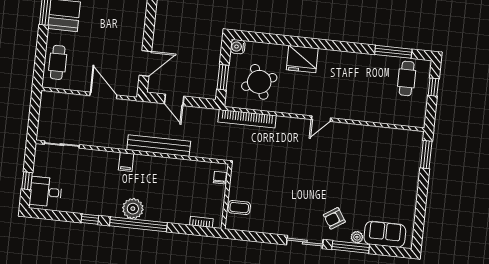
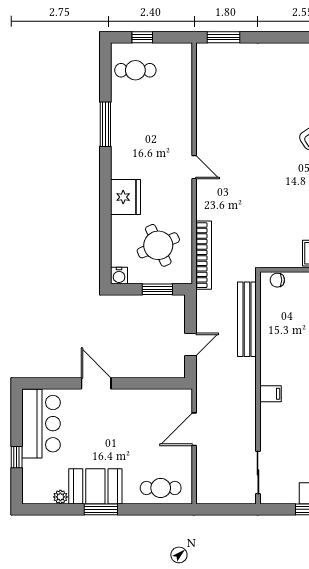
window: (393, 52) -> (105, 124), moved
door: (145, 63) -> (96, 383), moved
bench: (159, 146) -> (247, 319), moved

